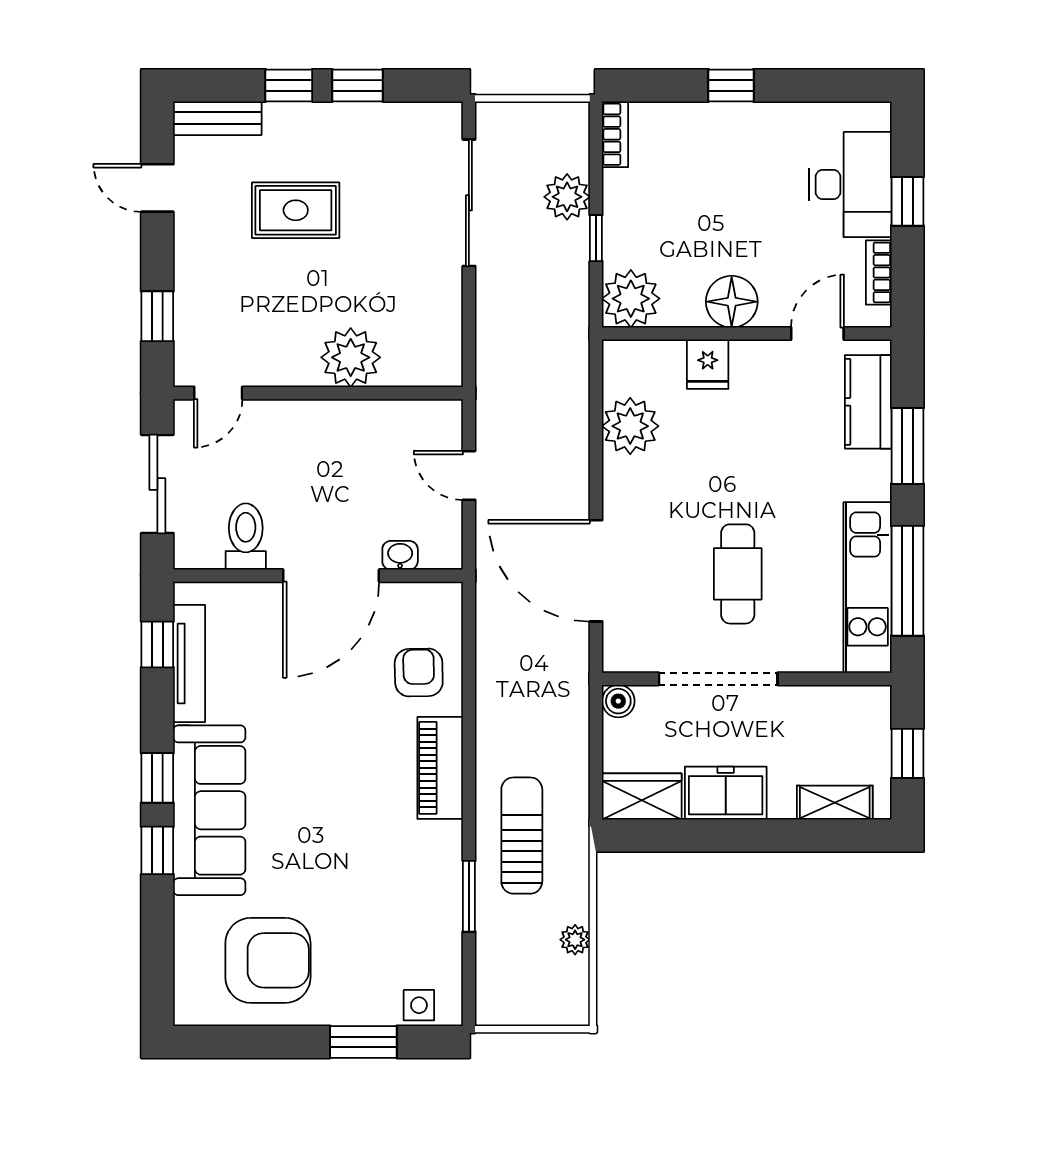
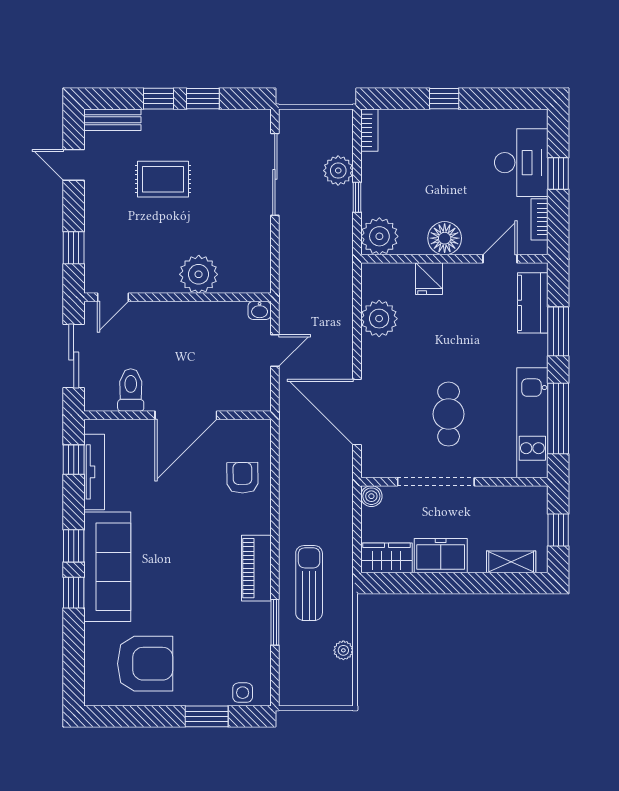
door: (469, 475) -> (275, 350), swing flipped
washbasin: (400, 555) -> (260, 310), moved, turned 180
piano: (440, 768) -> (256, 568), moved

